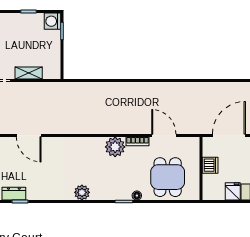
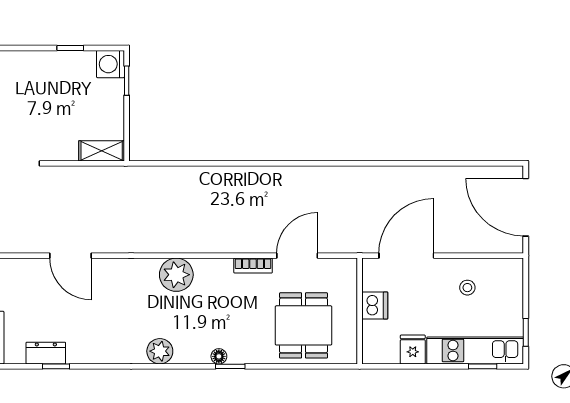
shelving: (29, 73) -> (102, 151), moved
door: (164, 135) -> (297, 256), hinge flipped
plant: (115, 147) -> (176, 275), moved
floor lamp: (137, 196) -> (219, 356), moved

